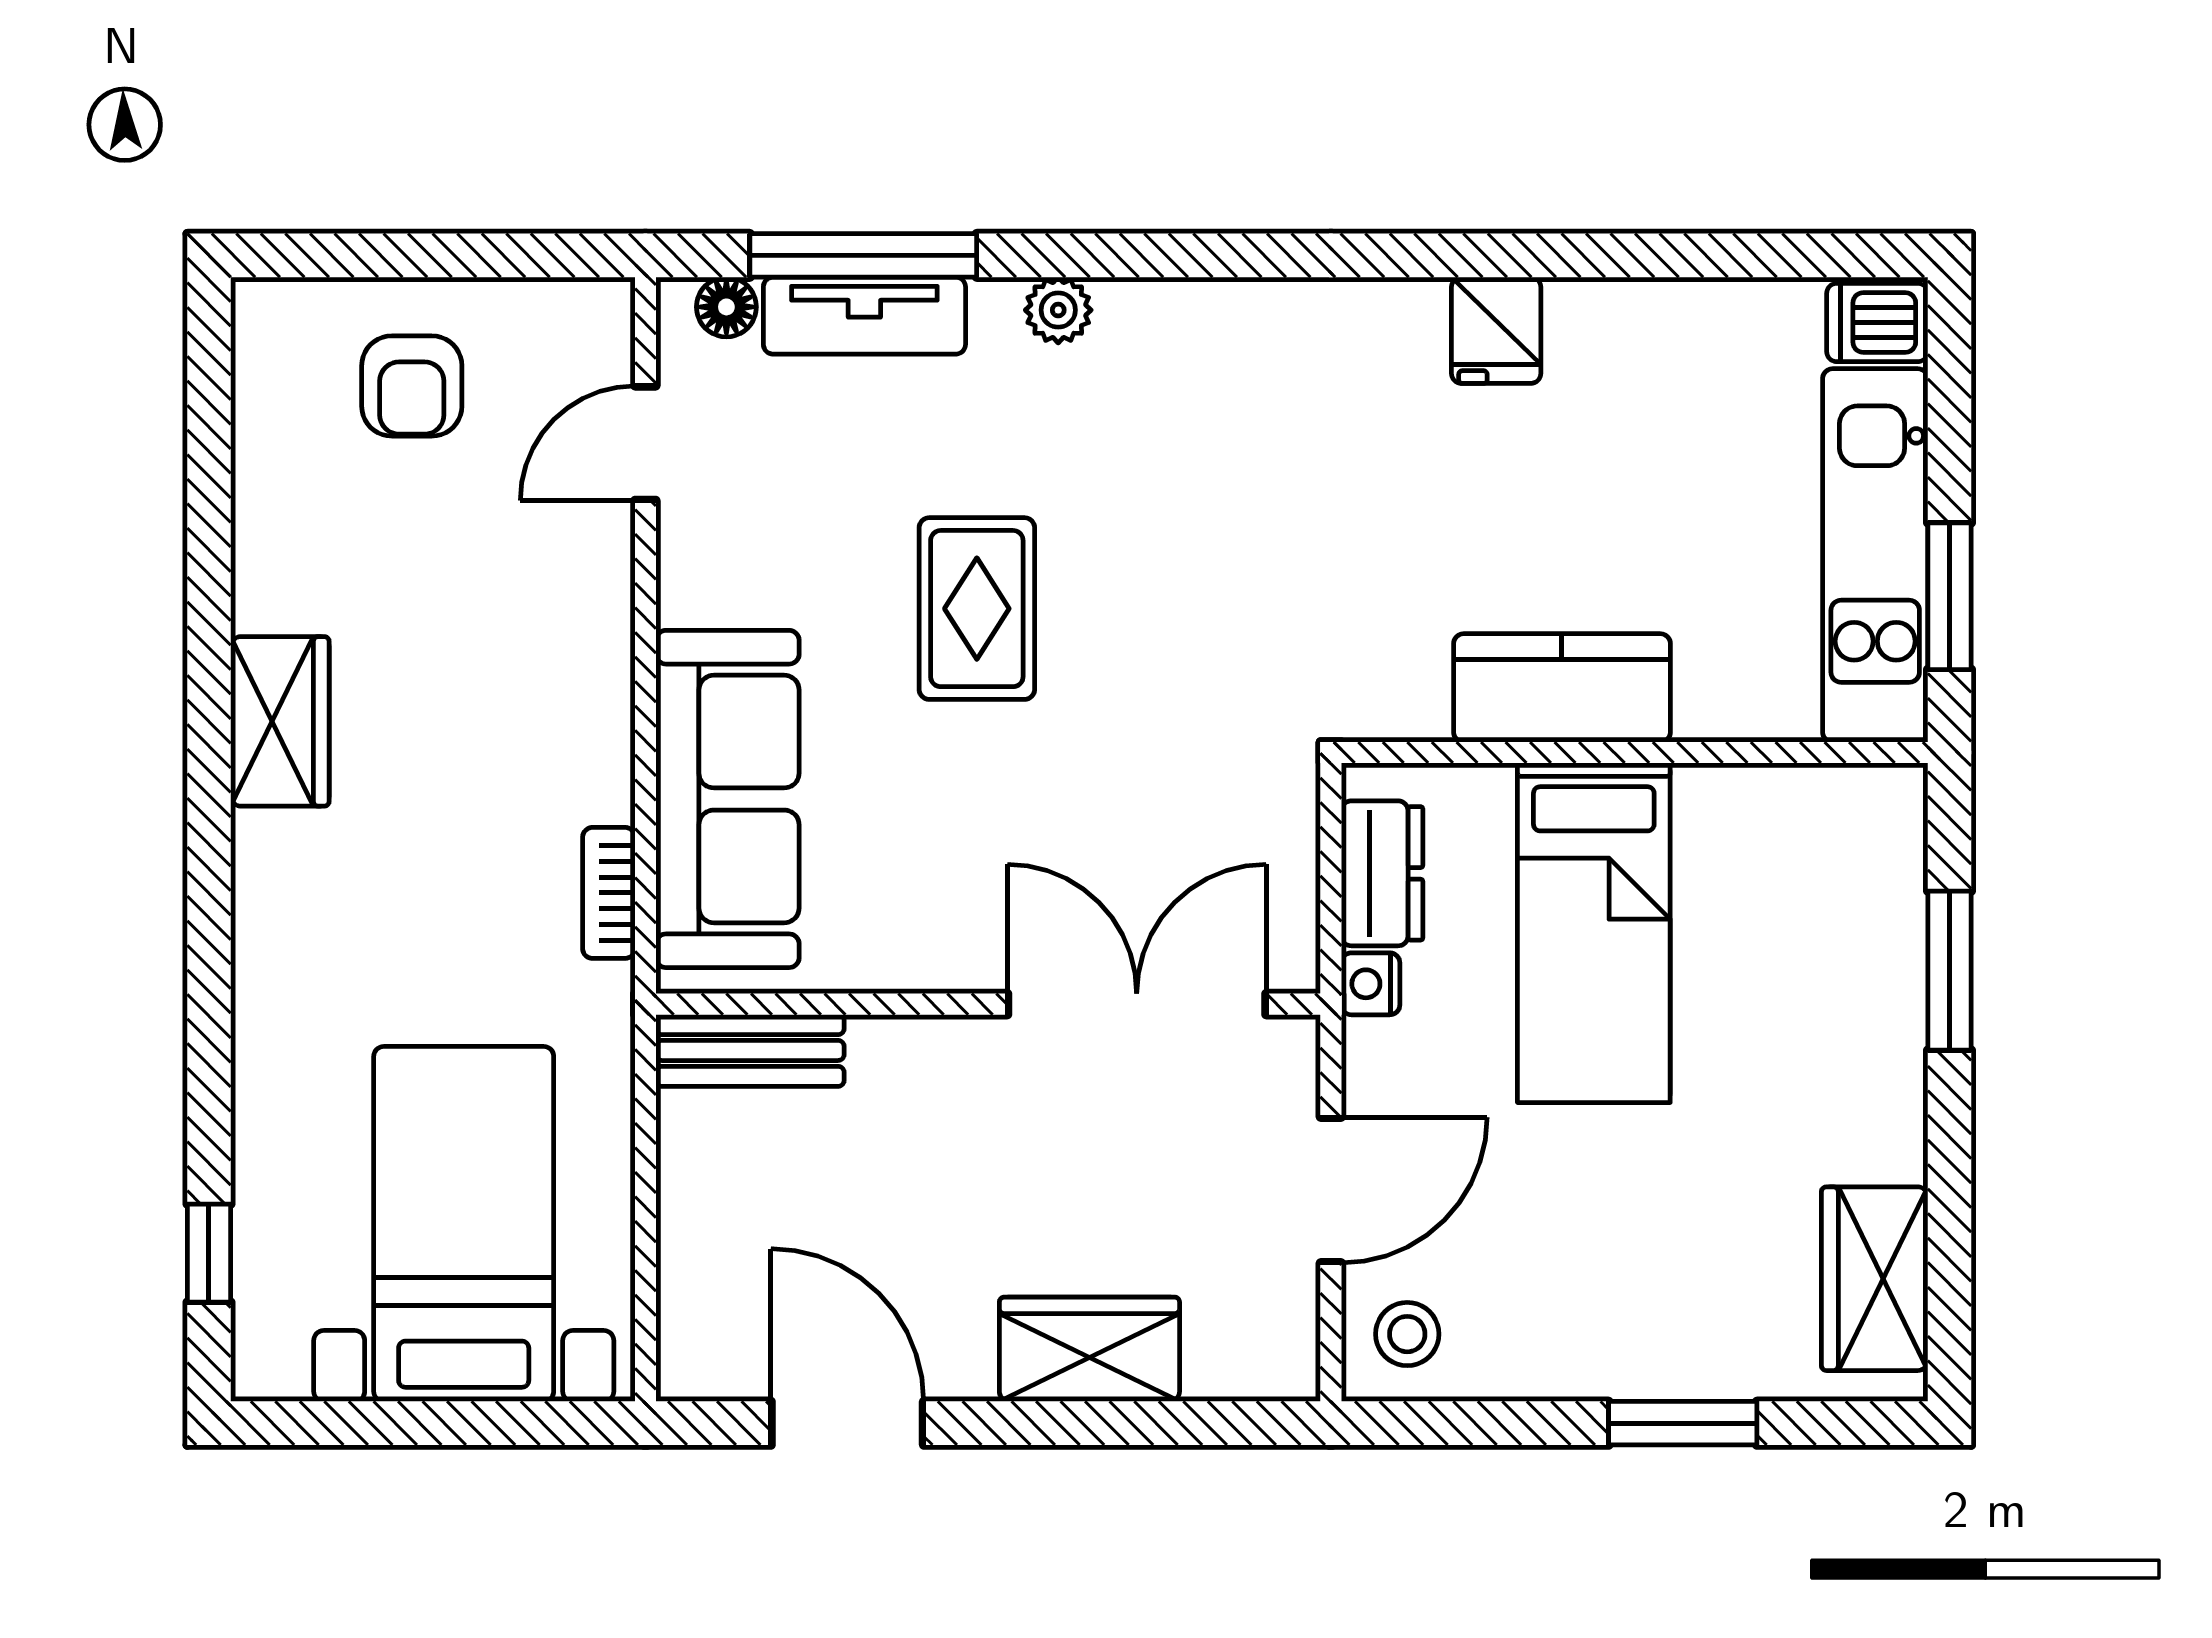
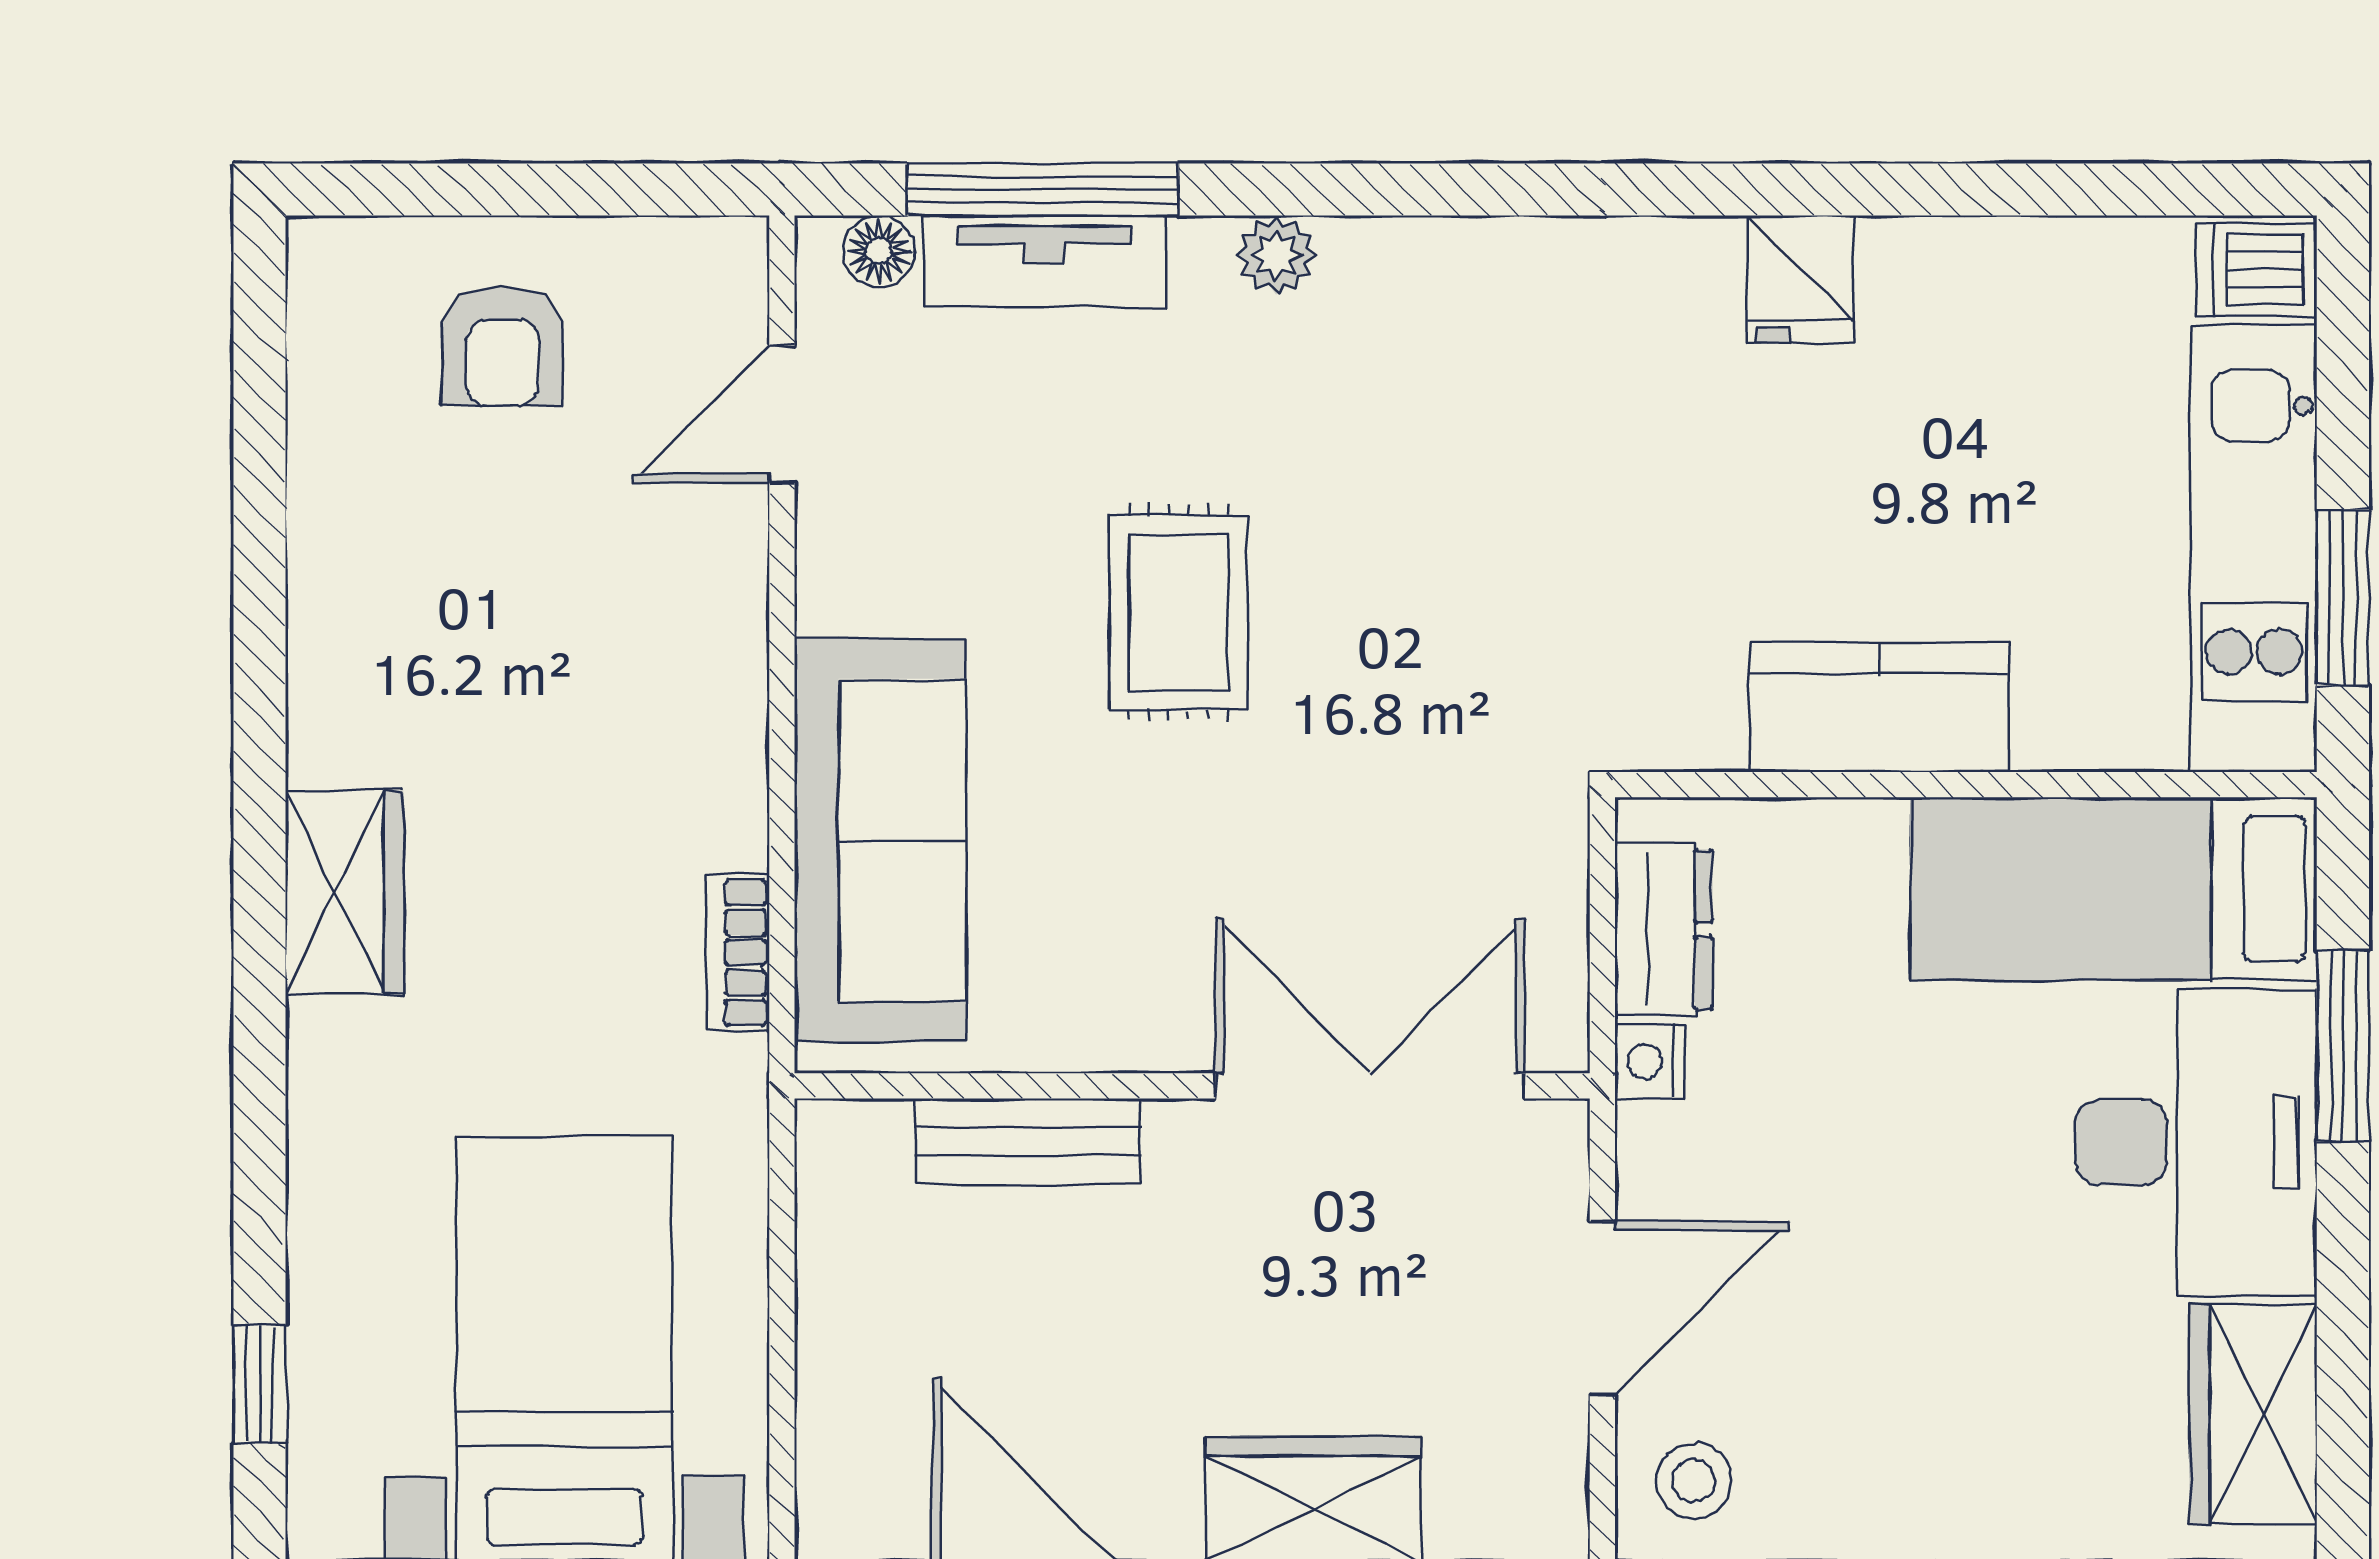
wardrobe: (280, 721) -> (344, 892), moved
bed: (1594, 933) -> (2114, 889), moved, turned 90
bench: (750, 1050) -> (1028, 1141), moved
desk: (1827, 1051) -> (2196, 1142), added

